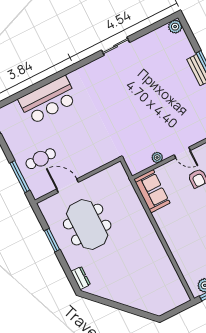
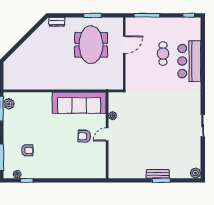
cafe table: (41, 159) -> (163, 54), moved
sofa: (152, 191) -> (79, 103), width x1.85, depth x1.27
meeting table: (87, 225) -> (91, 45), turned 90

